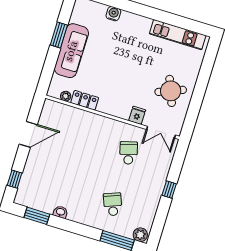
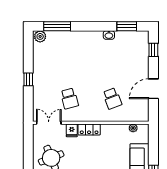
locker: (85, 100) -> (89, 129), moved
school desk: (113, 204) -> (112, 98), moved

